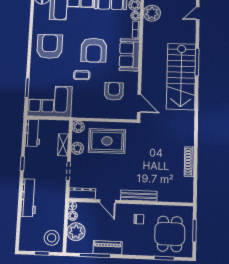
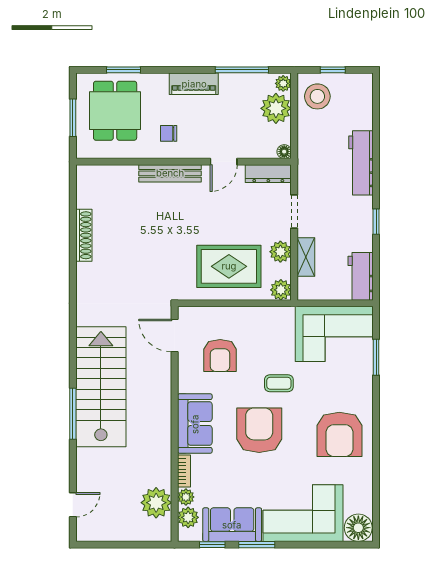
door: (108, 201) -> (224, 162), swing flipped
plant: (73, 216) -> (283, 83), moved
piano: (108, 248) -> (194, 84), moved

